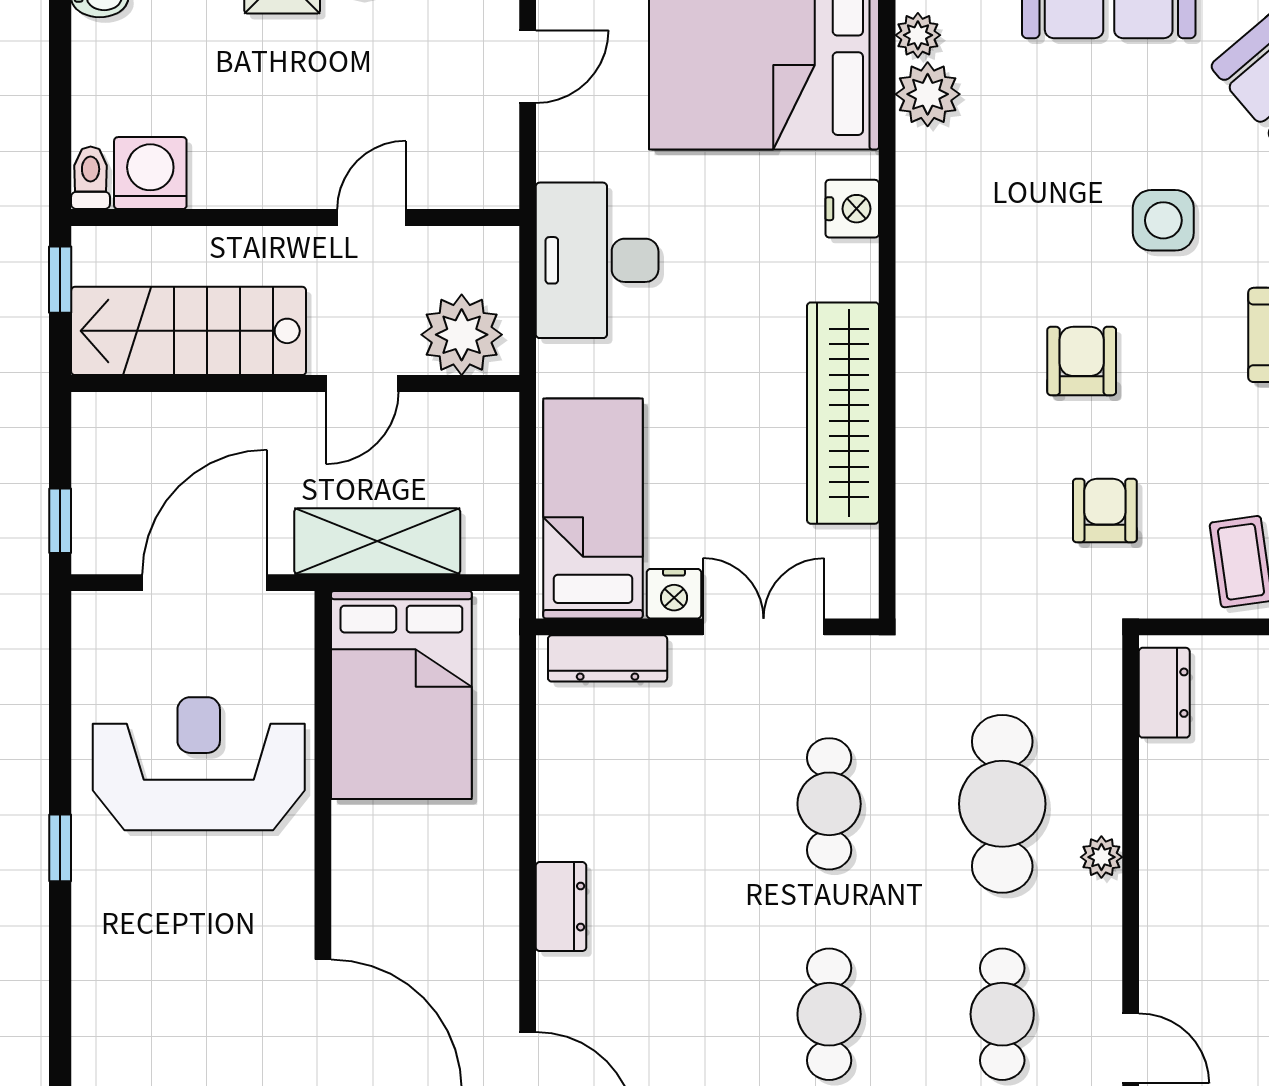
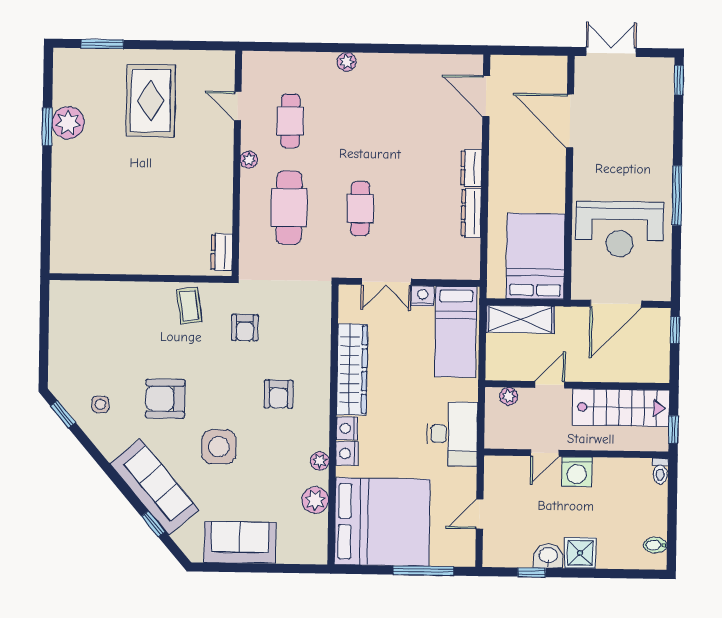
plant: (918, 35) -> (320, 461), moved
washing machine: (150, 173) -> (577, 472), moved
side table: (1163, 220) -> (219, 447), width x1.37, depth x1.37
nightstand: (853, 270) -> (347, 428), added
plant: (462, 335) -> (509, 396), width x0.53, depth x0.53
armchair: (1082, 361) -> (279, 394), moved
shelving: (377, 541) -> (520, 319), moved
dresser: (608, 658) -> (471, 213), moved, turned -90
window: (60, 848) -> (677, 195), width x2.17
plant: (1101, 857) -> (249, 160), moved
cafe table: (829, 1014) -> (362, 122), removed

